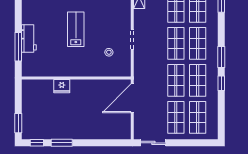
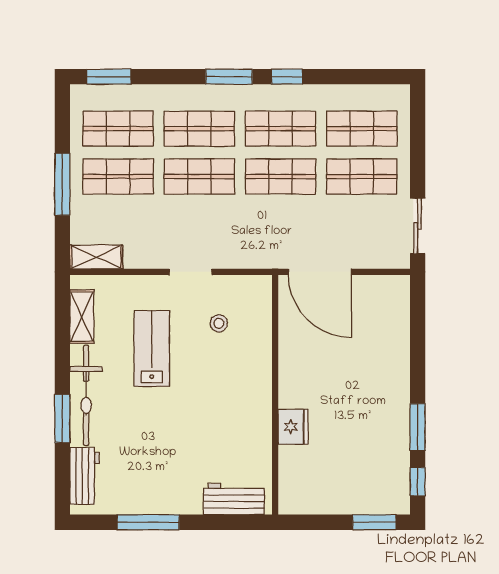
lab bench: (76, 29) -> (152, 349), moved, turned 90
workbench: (29, 39) -> (234, 499), moved
window: (18, 47) -> (148, 522), moved

